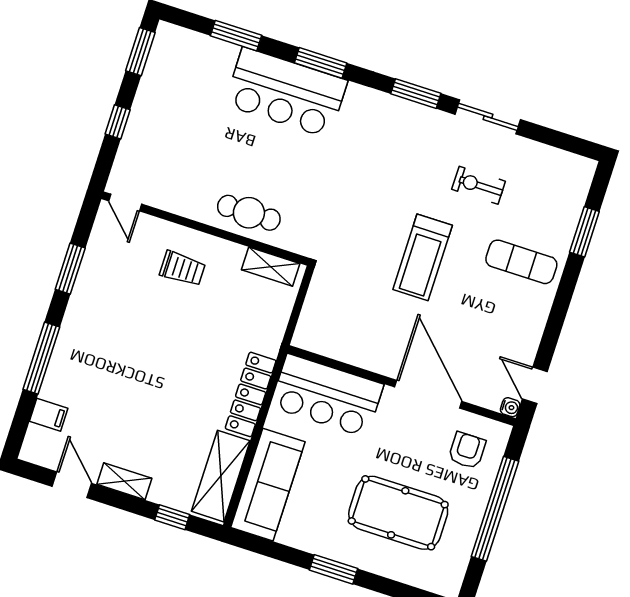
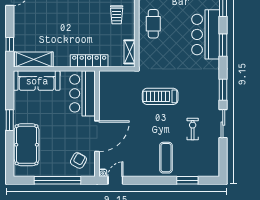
cafe table: (249, 213) -> (153, 24), moved
treadmill: (423, 257) -> (160, 96), moved
locker: (251, 394) -> (89, 61), moved
armchair: (467, 450) -> (78, 160), turned -61
shelving: (124, 481) -> (18, 19), removed
pool table: (398, 513) -> (27, 145), moved

